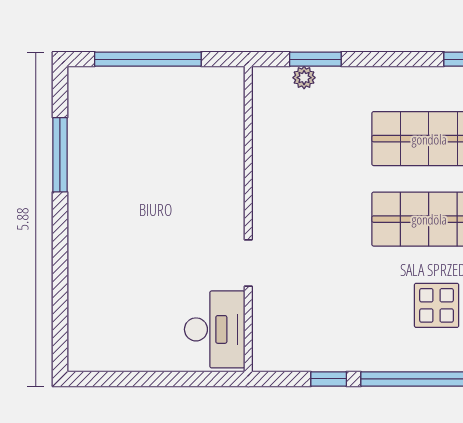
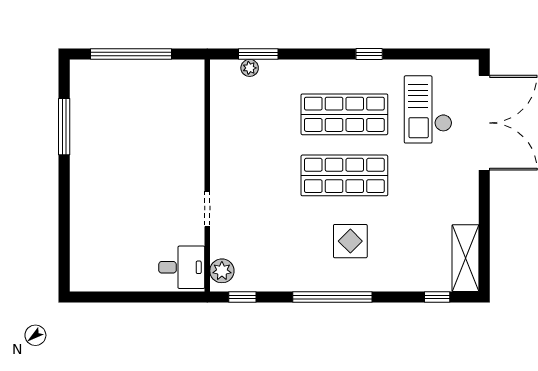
desk: (215, 329) -> (182, 267), width x0.73
plant: (268, 345) -> (222, 271), added
window: (329, 379) -> (242, 297), moved

